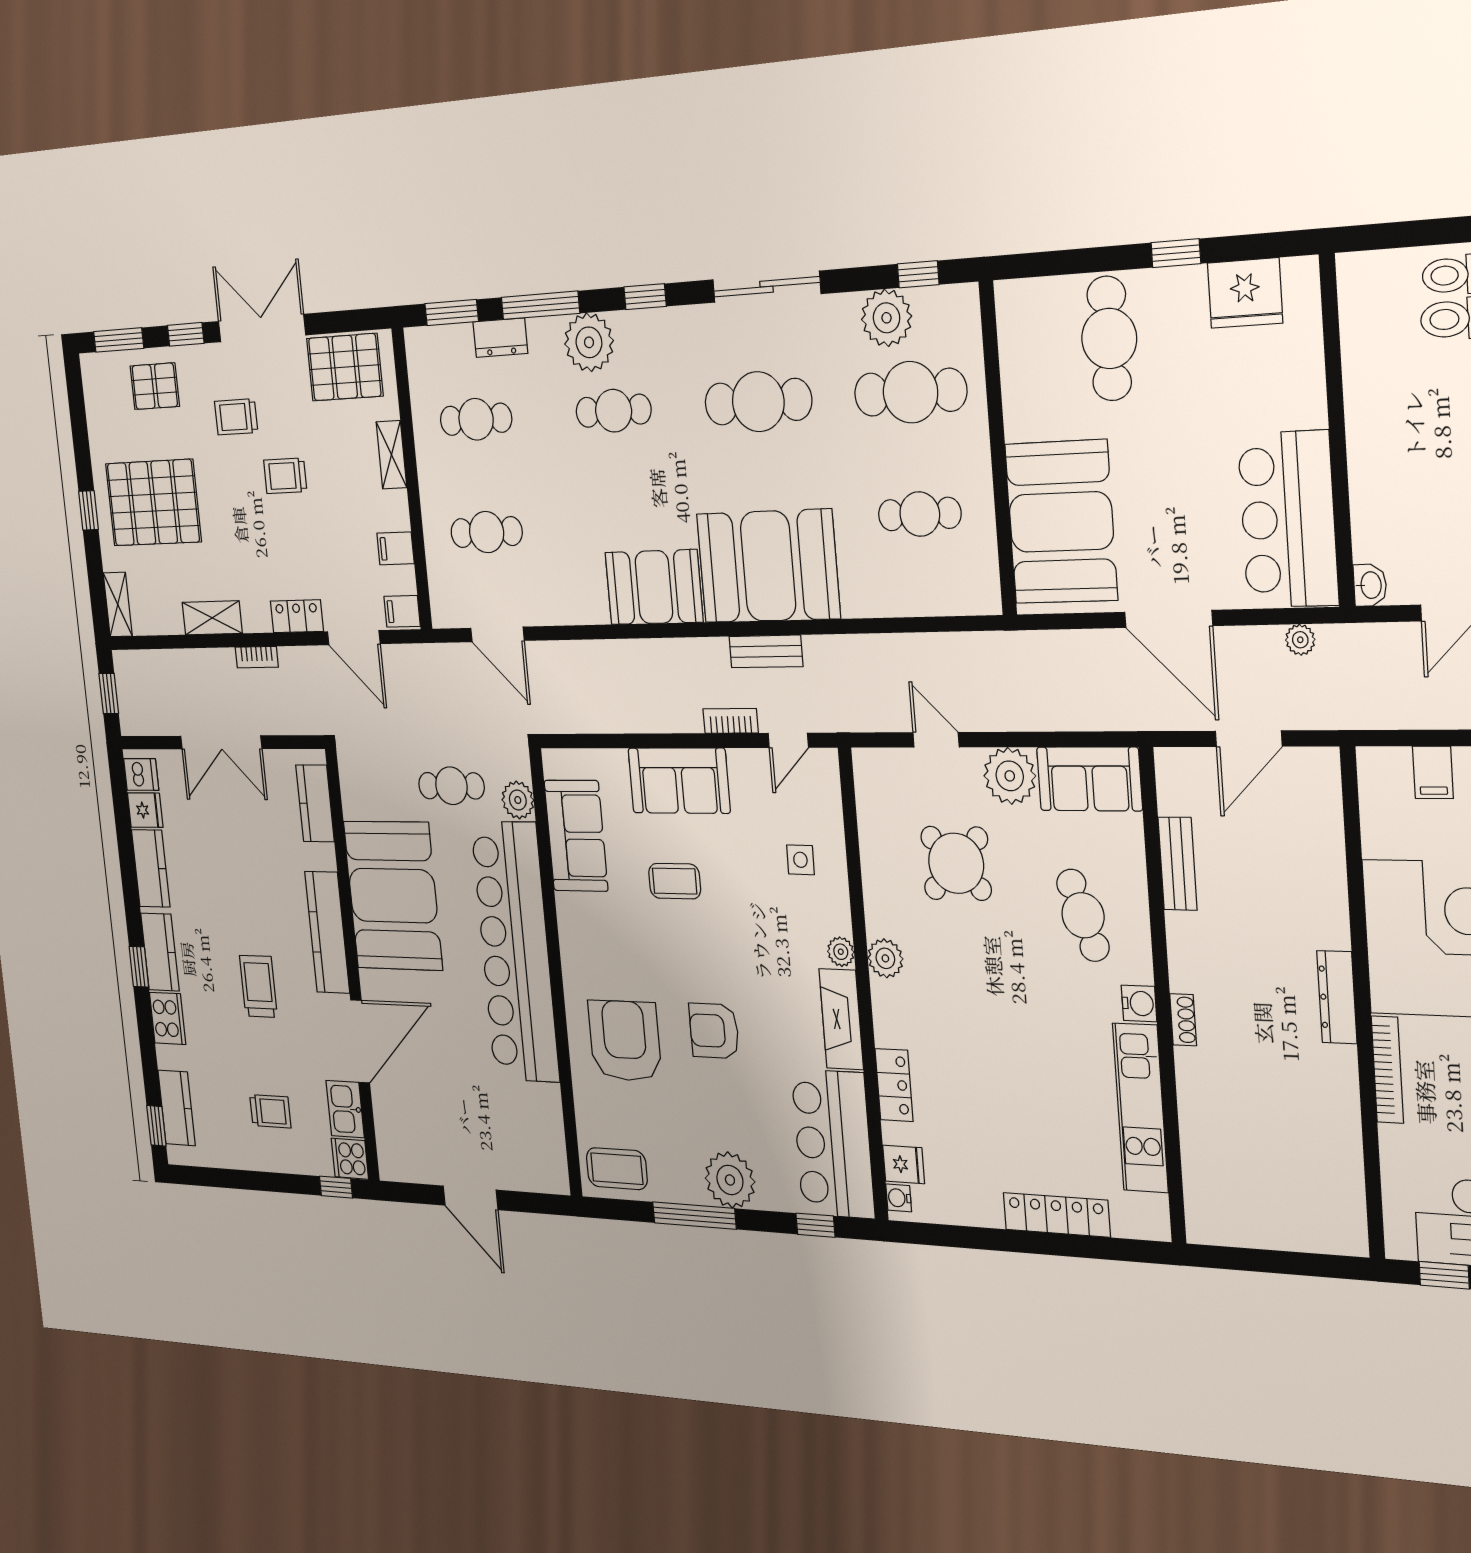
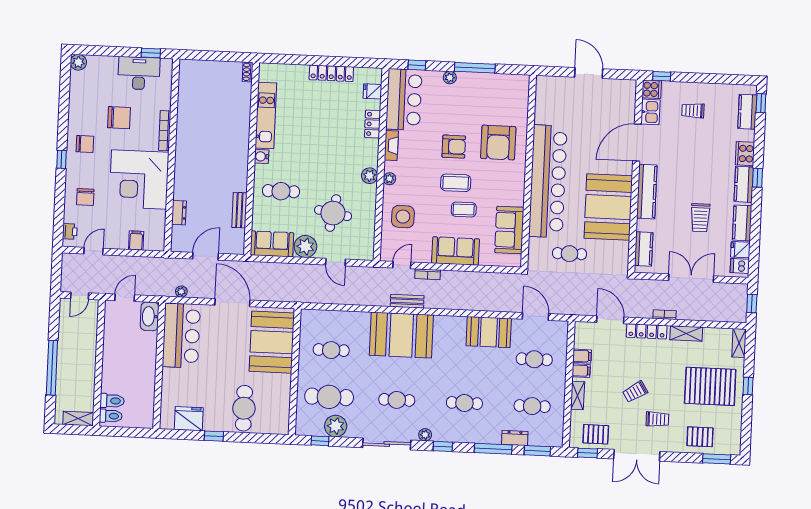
window: (186, 334) -> (588, 453), moved
plant: (589, 342) -> (425, 435), moved, width x0.53, depth x0.53
pallet: (345, 367) -> (596, 434), width x0.67, depth x0.71
cafe table: (758, 402) -> (397, 400), width x0.73, depth x0.74
trolley: (285, 476) -> (635, 392), turned 148
washbasin: (1370, 585) -> (150, 316), width x1.91, depth x1.45
booth: (654, 587) -> (489, 332), moved
filing cabinet: (402, 611) -> (581, 371), moved
locker: (297, 616) -> (647, 331), width x1.53
plant: (518, 800) -> (536, 246), removed
side table: (800, 860) -> (403, 217), width x1.87, depth x1.87
round table: (956, 863) -> (333, 213), turned -35
cafe table: (1083, 915) -> (281, 191), turned -72
trolley: (258, 986) -> (700, 218), moved
dresser: (1337, 997) -> (179, 213), moved, width x0.70
fireplace: (841, 1019) -> (391, 145), width x0.73, depth x0.76
shoe rack: (1183, 1020) -> (248, 72), moved
coffee table: (617, 1169) -> (456, 183), moved
plant: (730, 1180) -> (450, 78), width x0.53, depth x0.53
water cooler: (899, 1198) -> (377, 77), removed
locker: (1057, 1215) -> (331, 73), moved

